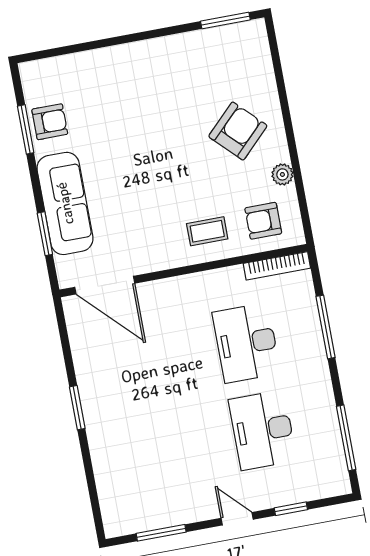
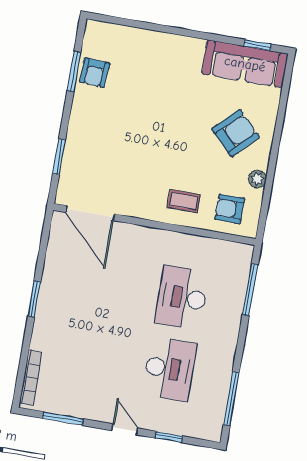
window: (225, 21) -> (258, 45), width x0.67
armchair: (50, 122) -> (95, 73), turned 93
sofa: (65, 203) -> (245, 64), moved, turned 90
bookcase: (277, 266) -> (31, 377), moved, turned -90
window: (326, 327) -> (250, 290), moved
desk: (263, 430) -> (170, 369), turned 180

